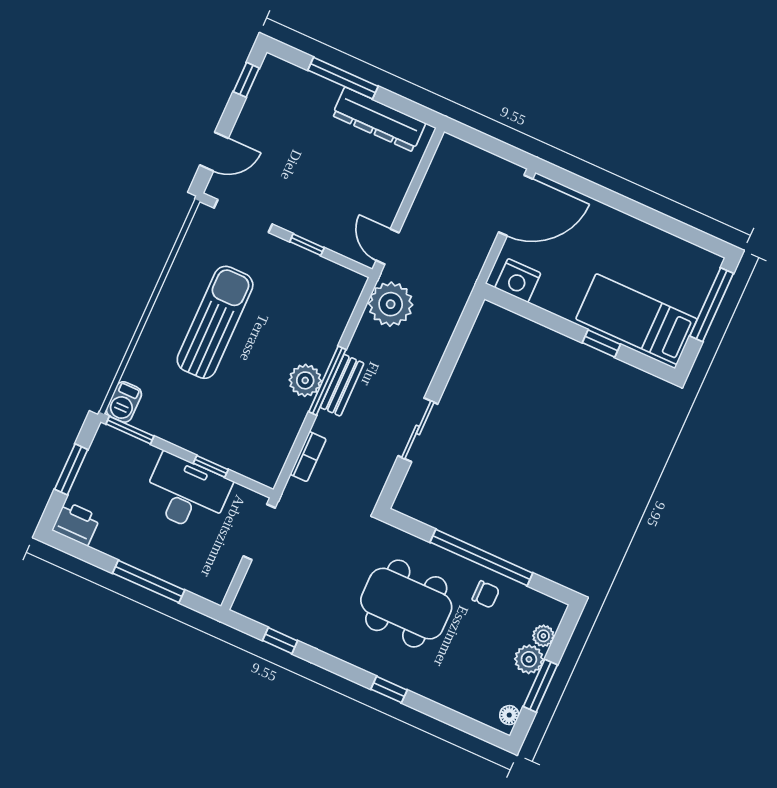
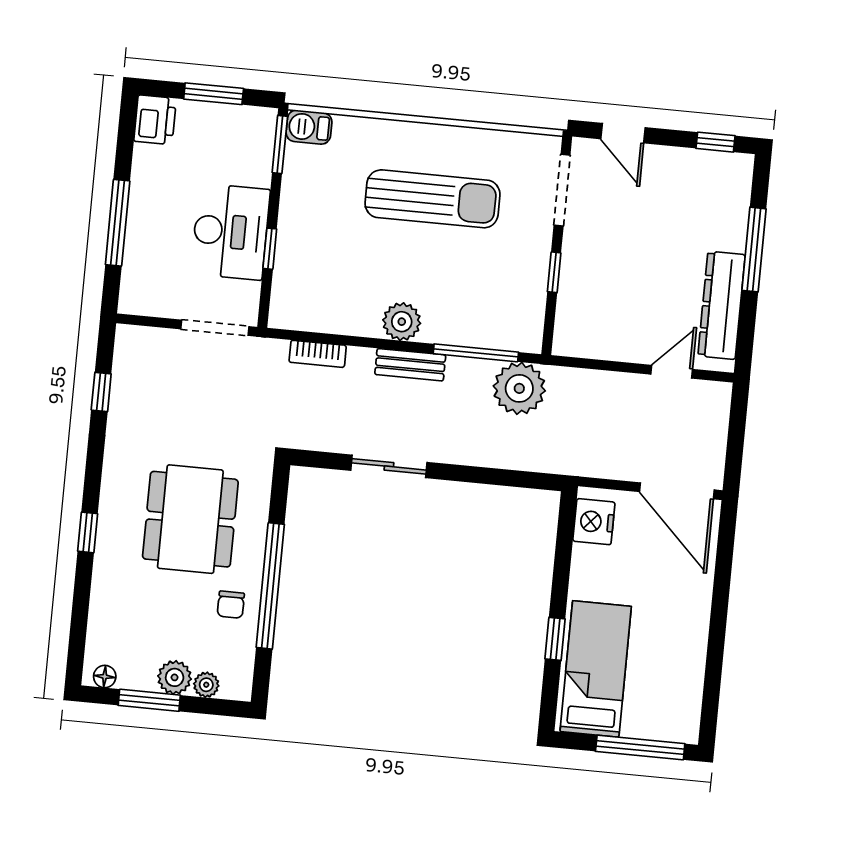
door: (388, 247) -> (672, 372), moved
window: (327, 381) -> (476, 353), moved

